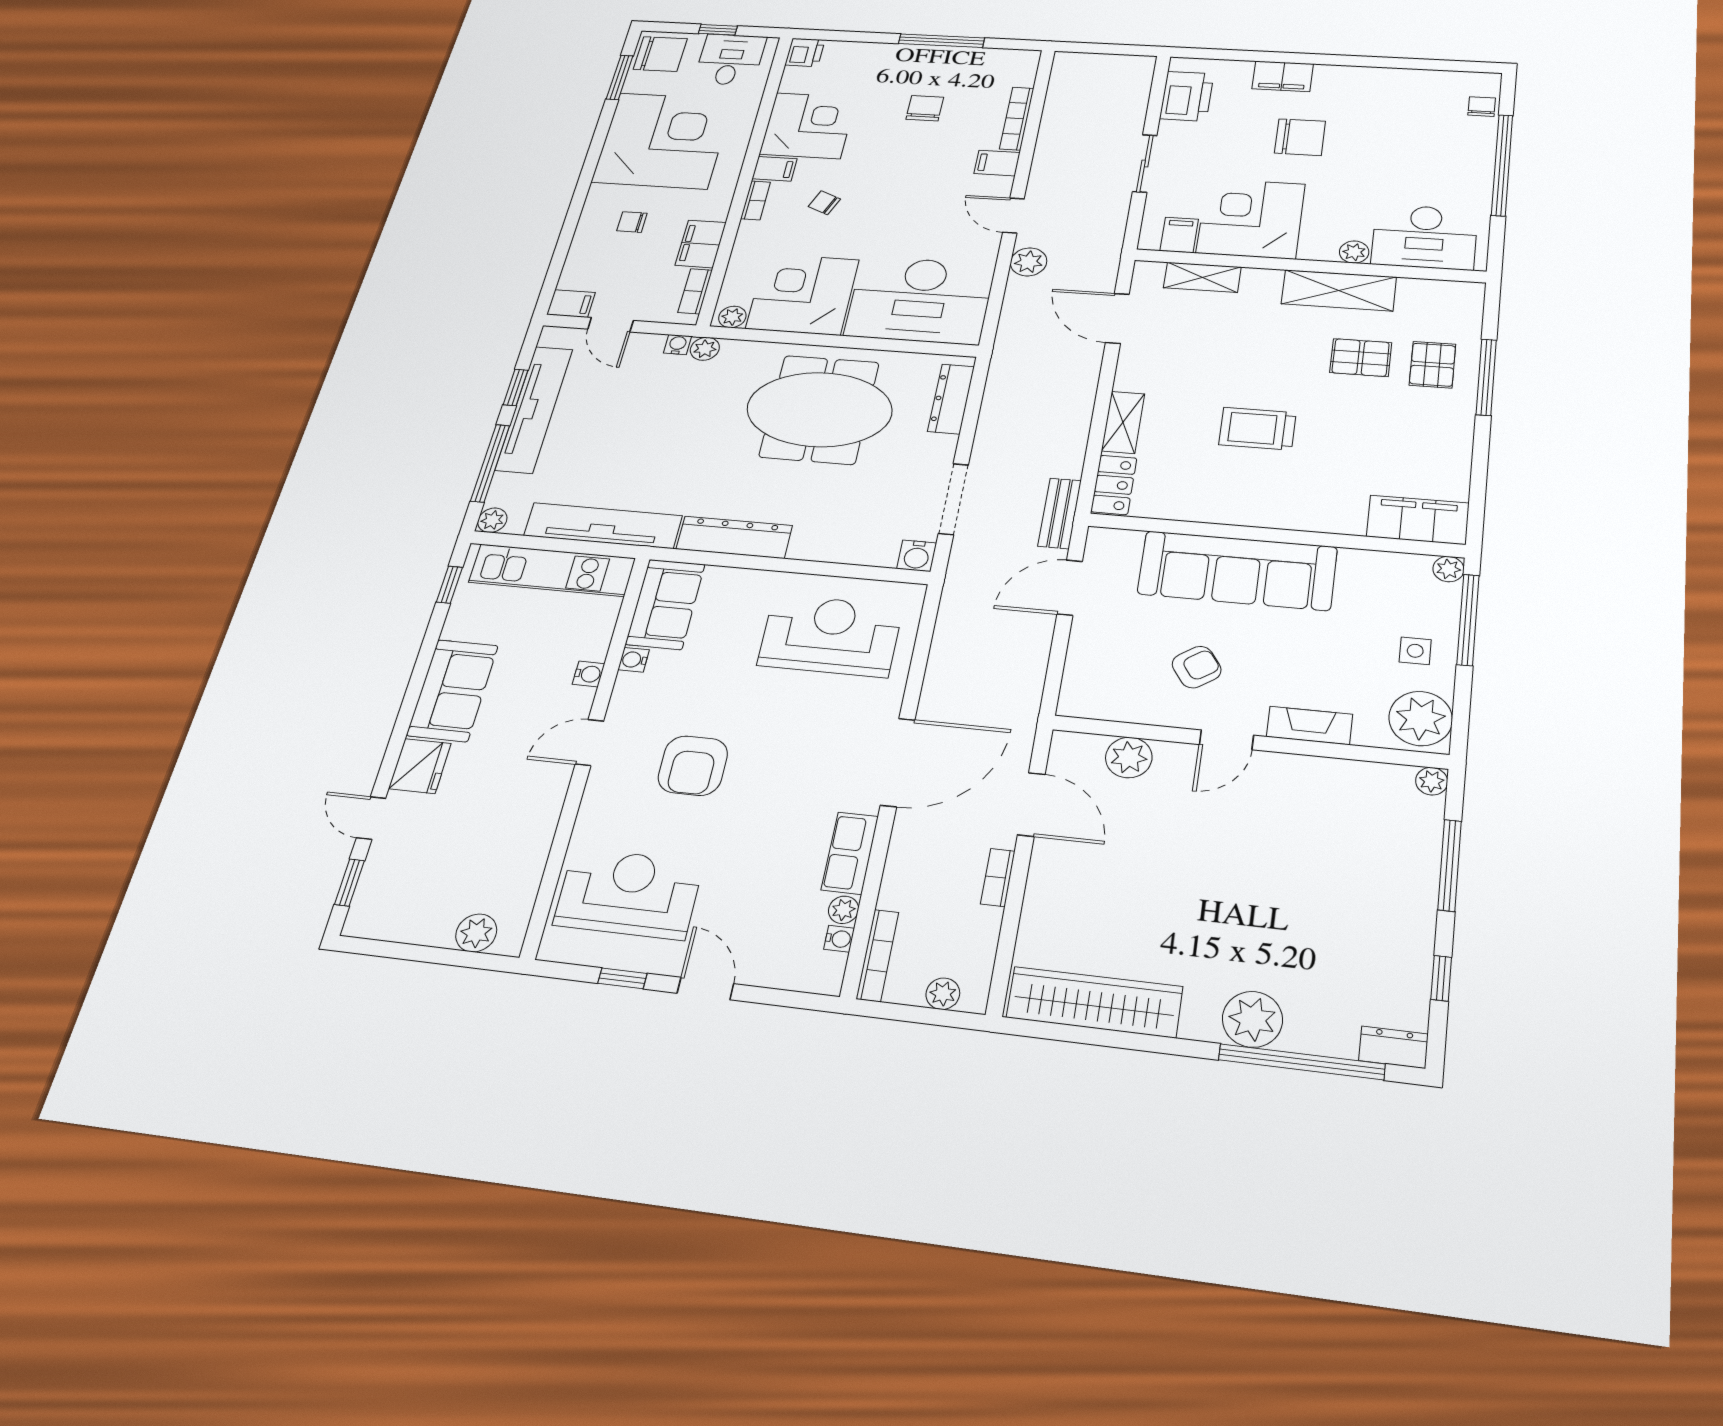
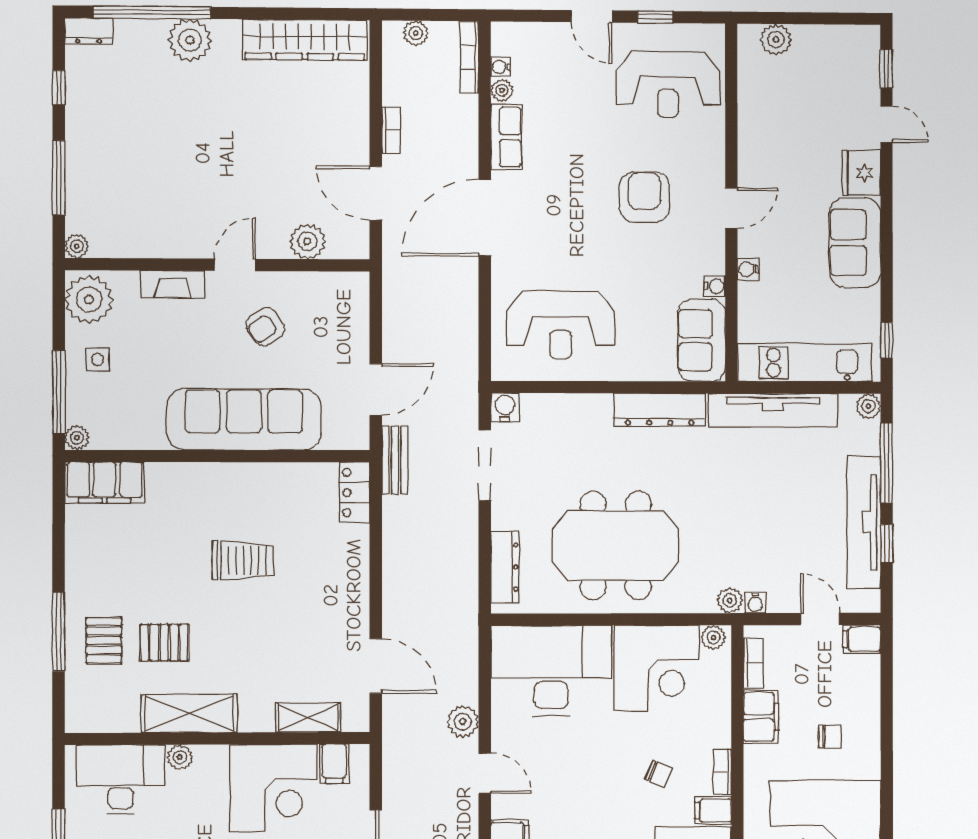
shelving: (1123, 422) -> (356, 556), removed

